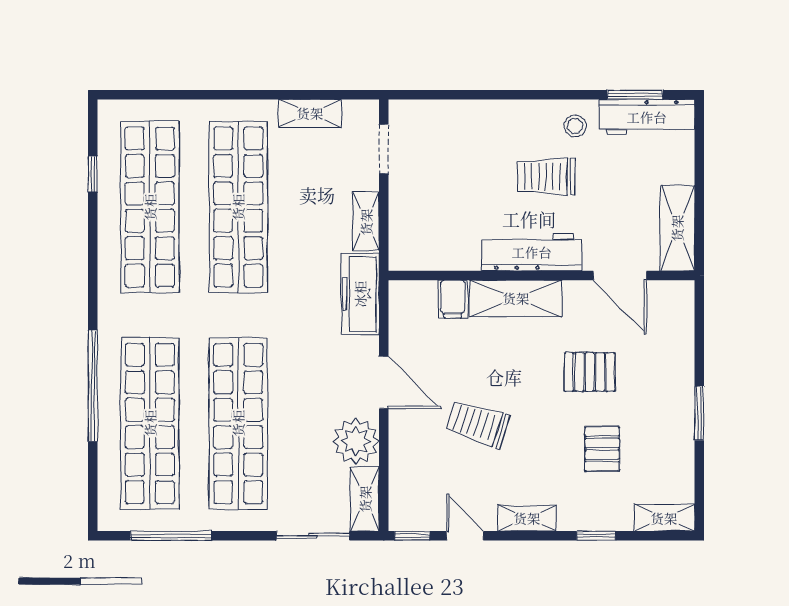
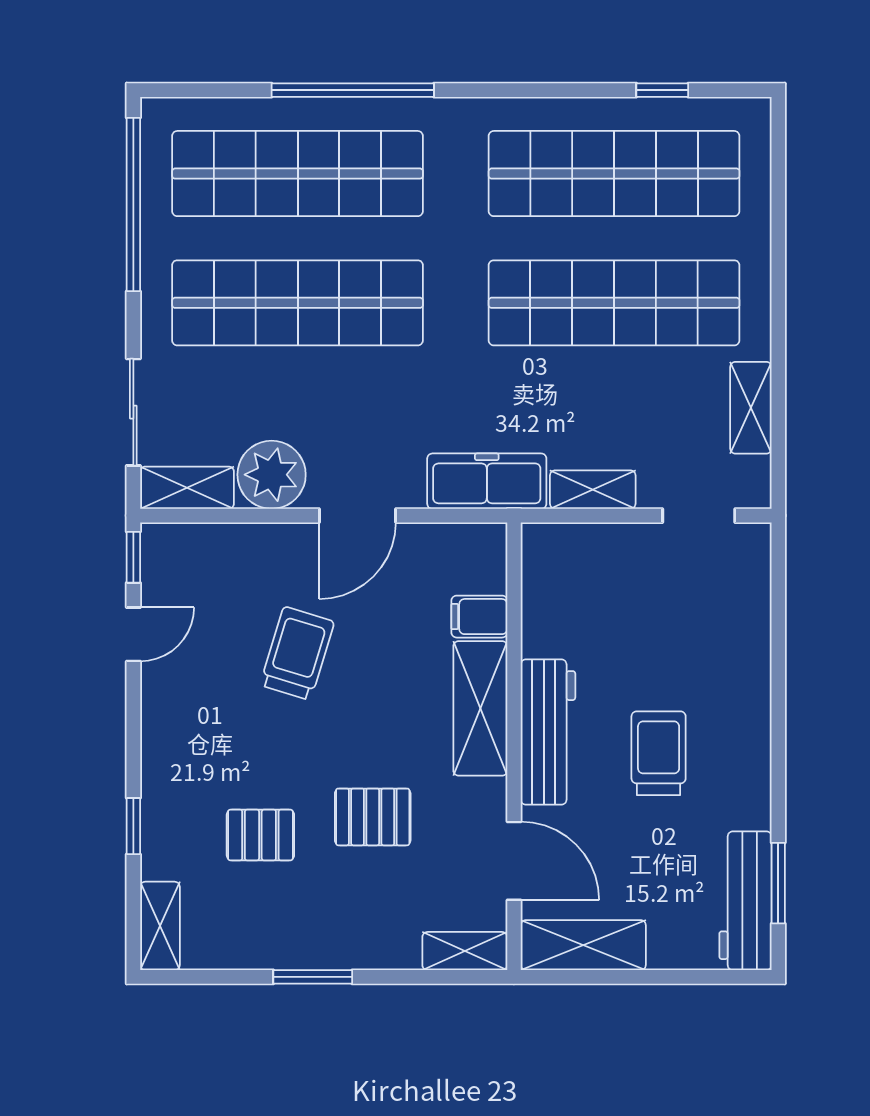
stool: (575, 126) -> (733, 796), removed
door: (620, 275) -> (514, 861), swing flipped
pallet: (590, 372) -> (373, 817), turned 90
shelving: (527, 518) -> (465, 951), moved, turned 90
window: (171, 536) -> (133, 205), width x1.46

